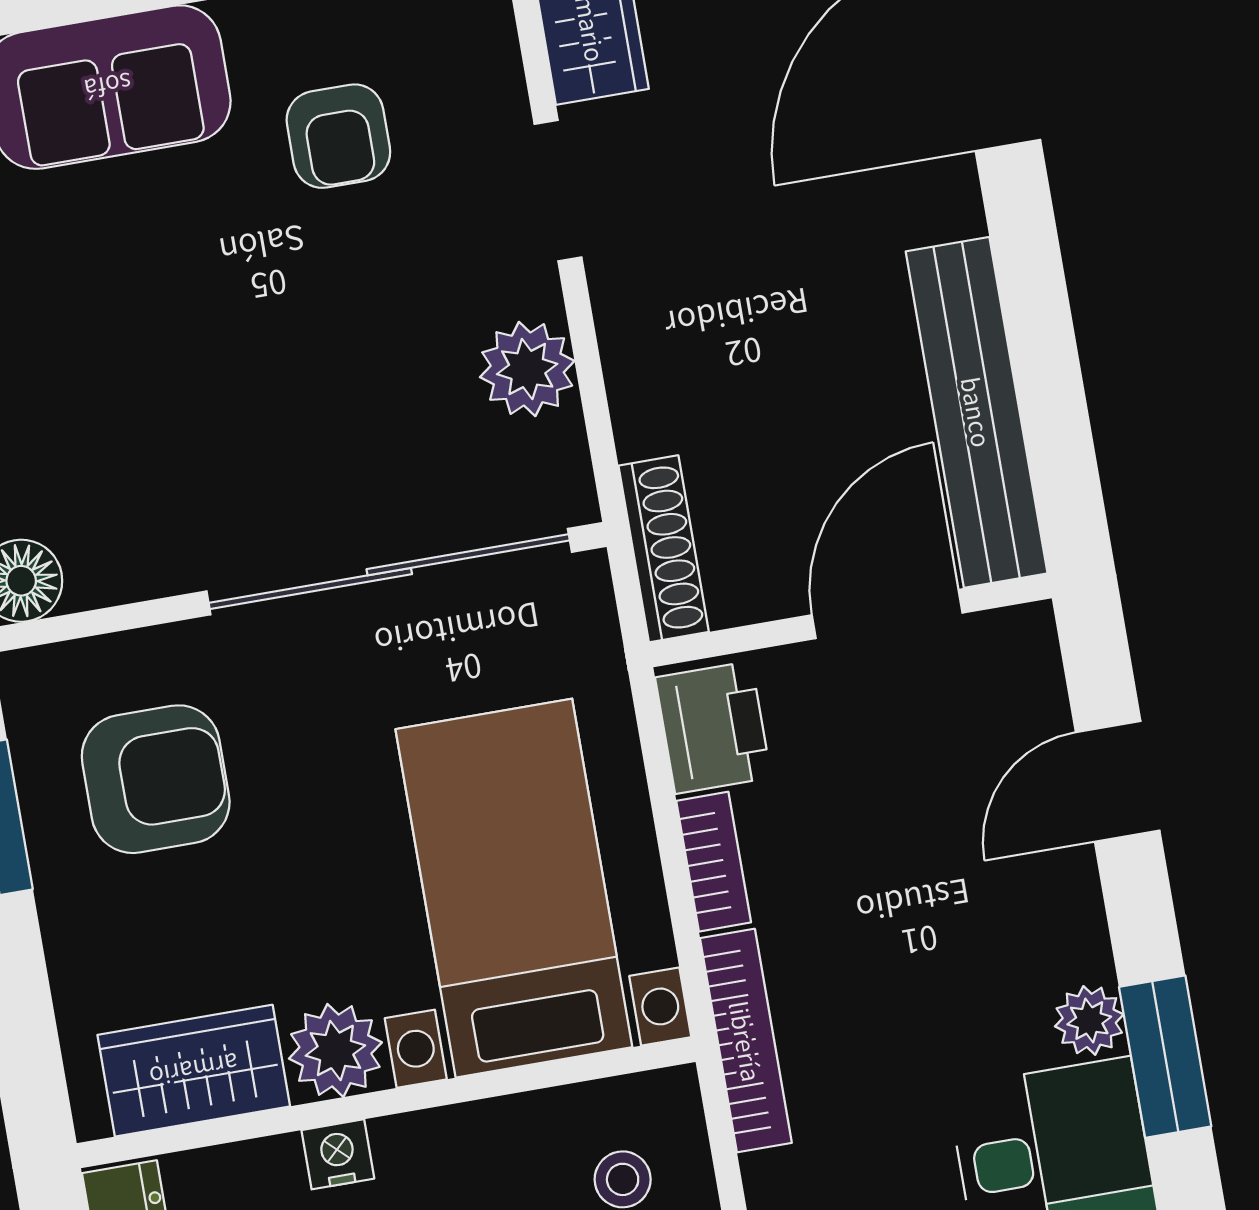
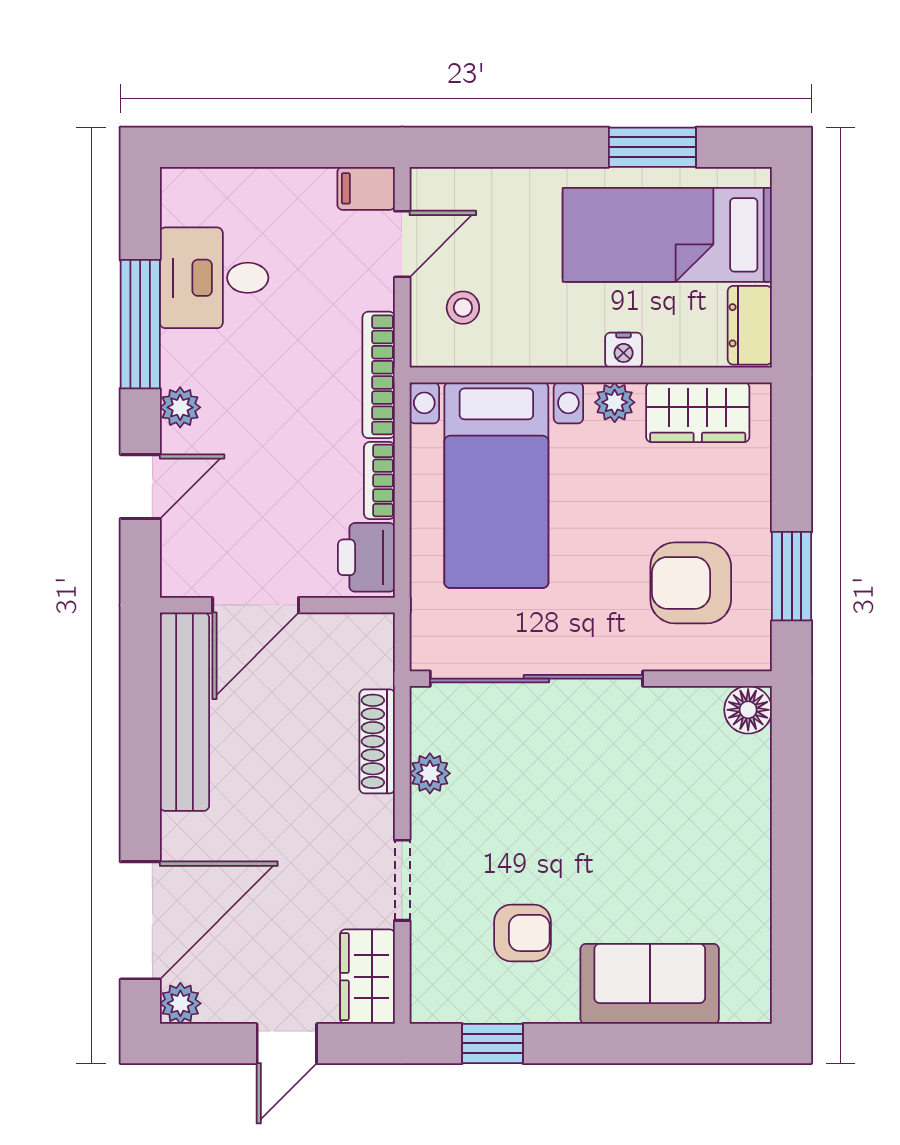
armchair: (338, 136) -> (522, 933), turned 90
plant: (527, 369) -> (430, 773), width x0.73, depth x0.73
shoe rack: (664, 549) -> (377, 741), moved
plant: (1089, 1020) -> (180, 407), moved
plant: (335, 1050) -> (615, 402), width x0.73, depth x0.73
window: (1165, 1057) -> (140, 324), width x1.44

